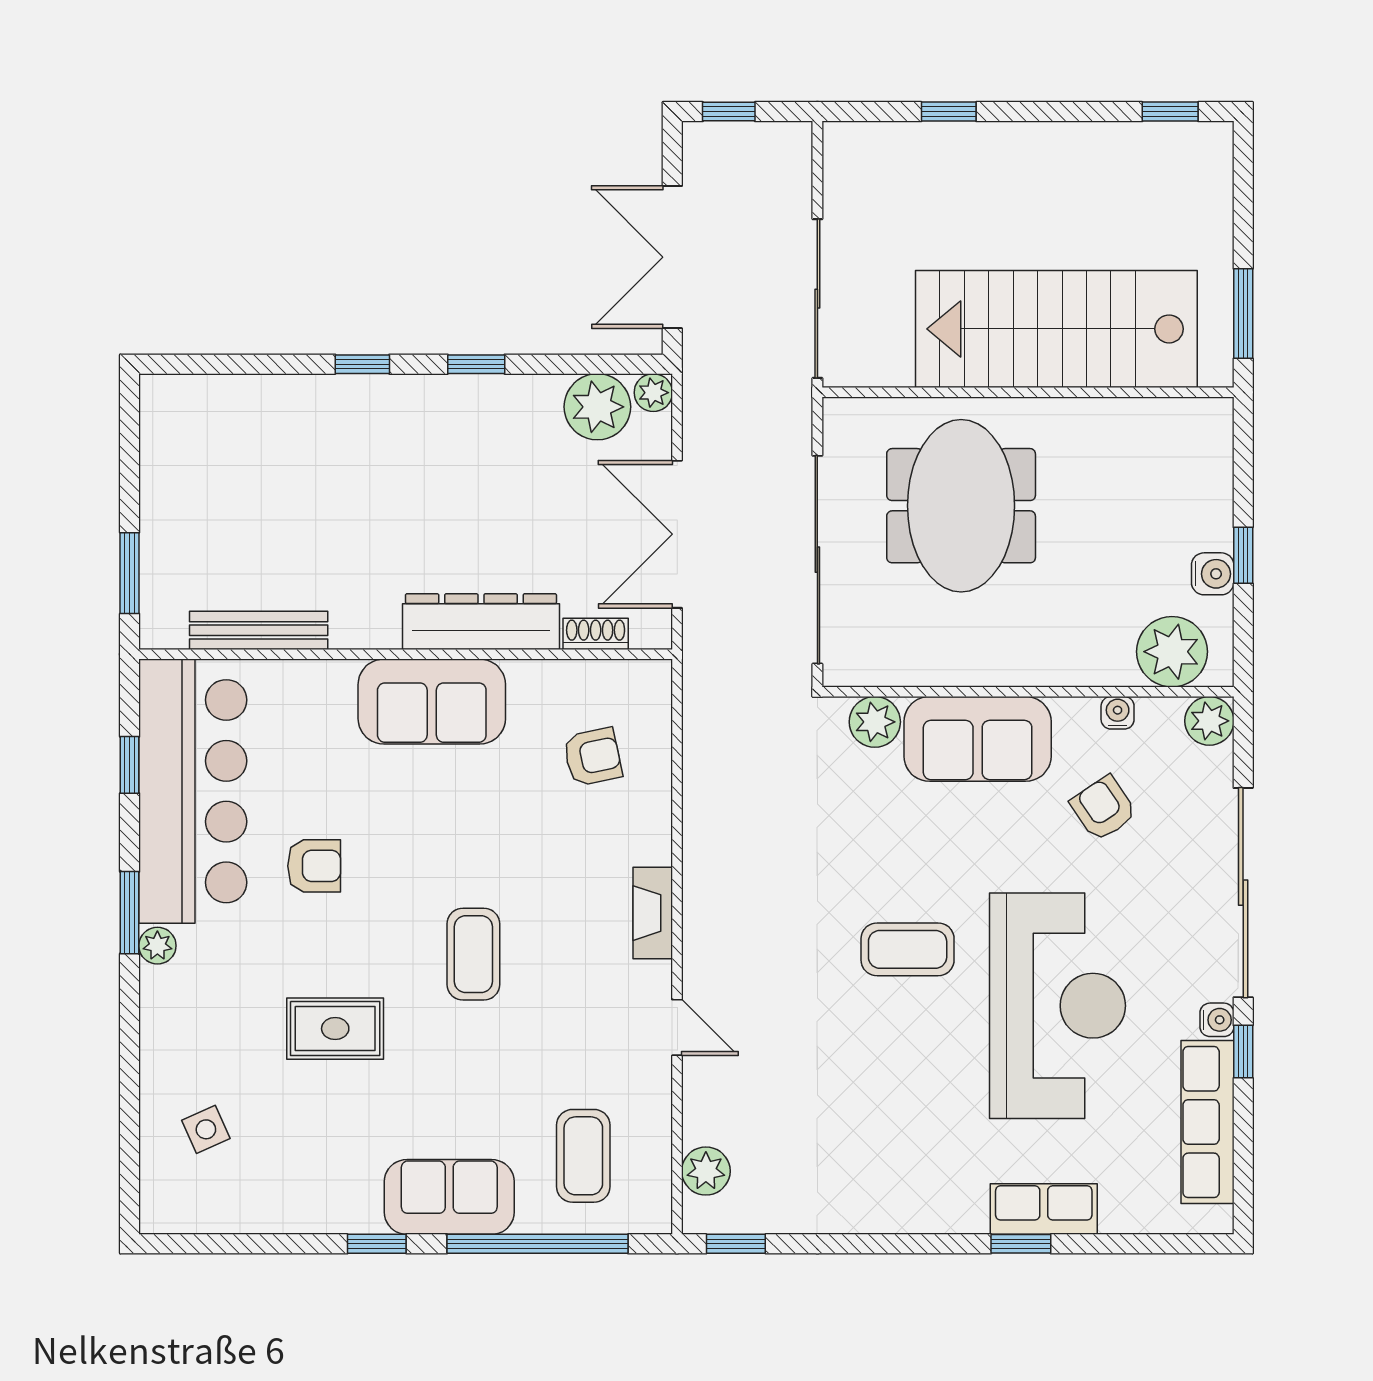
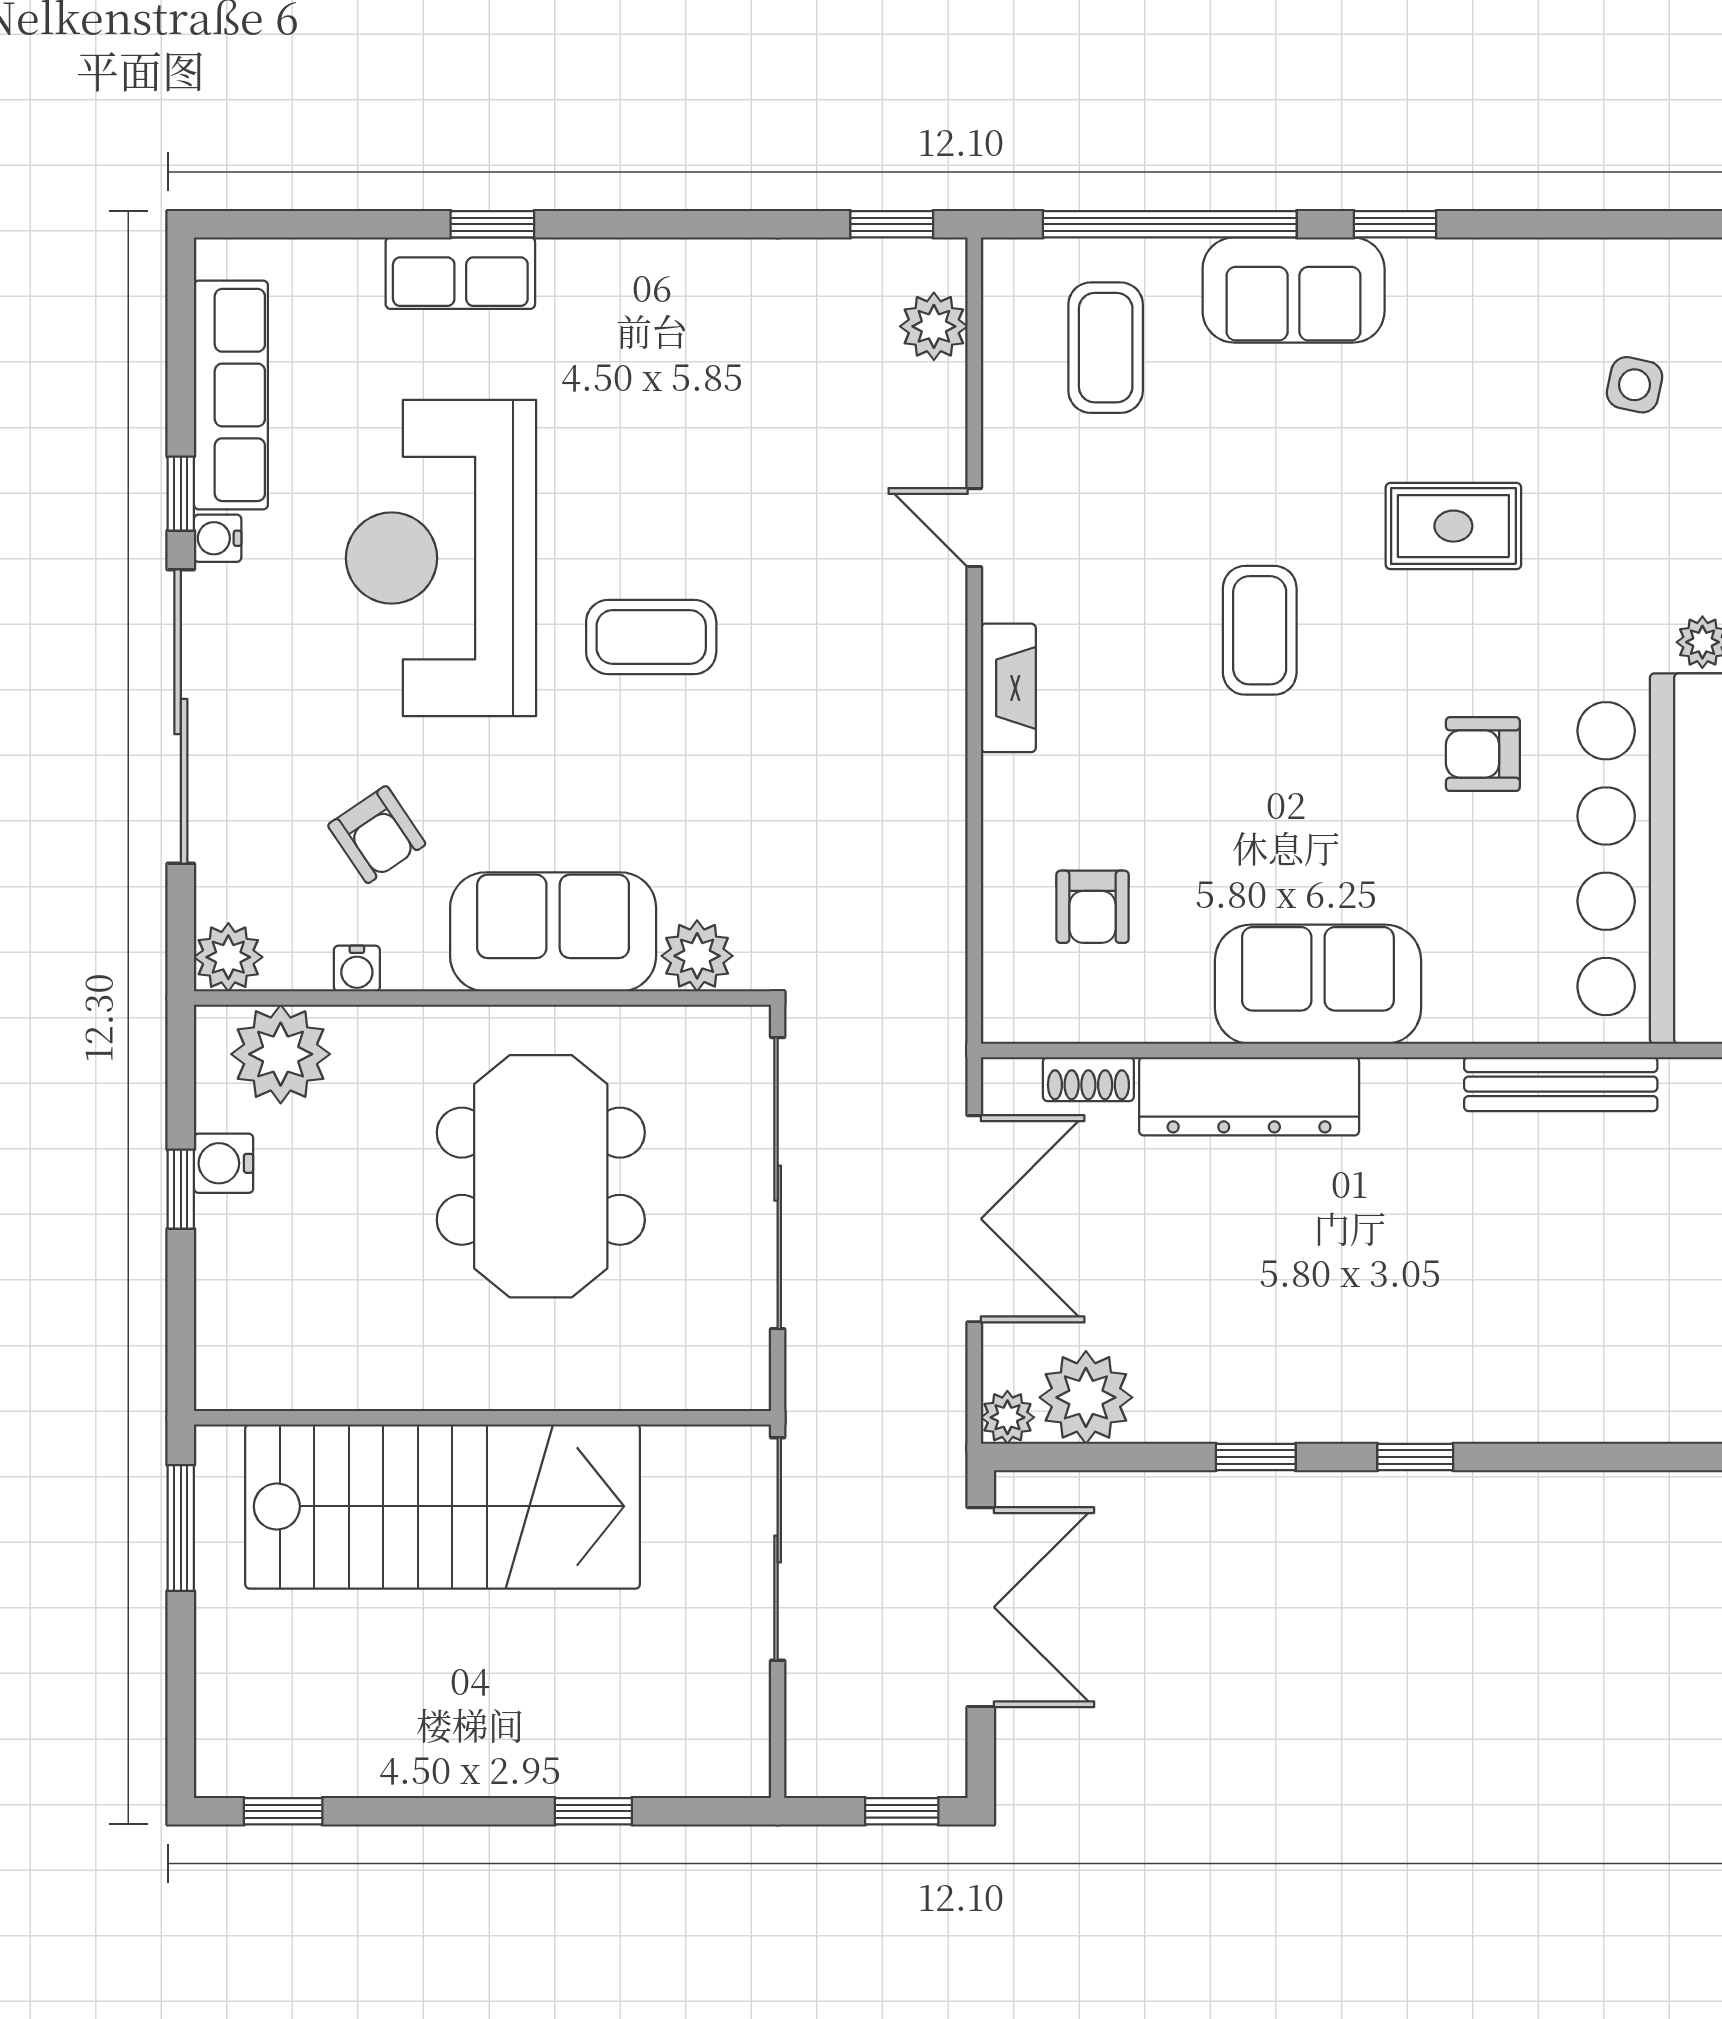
meeting table: (961, 506) -> (541, 1176), moved
armchair: (593, 757) -> (1093, 907), turned -78
side table: (206, 1129) -> (1635, 385), turned 36

